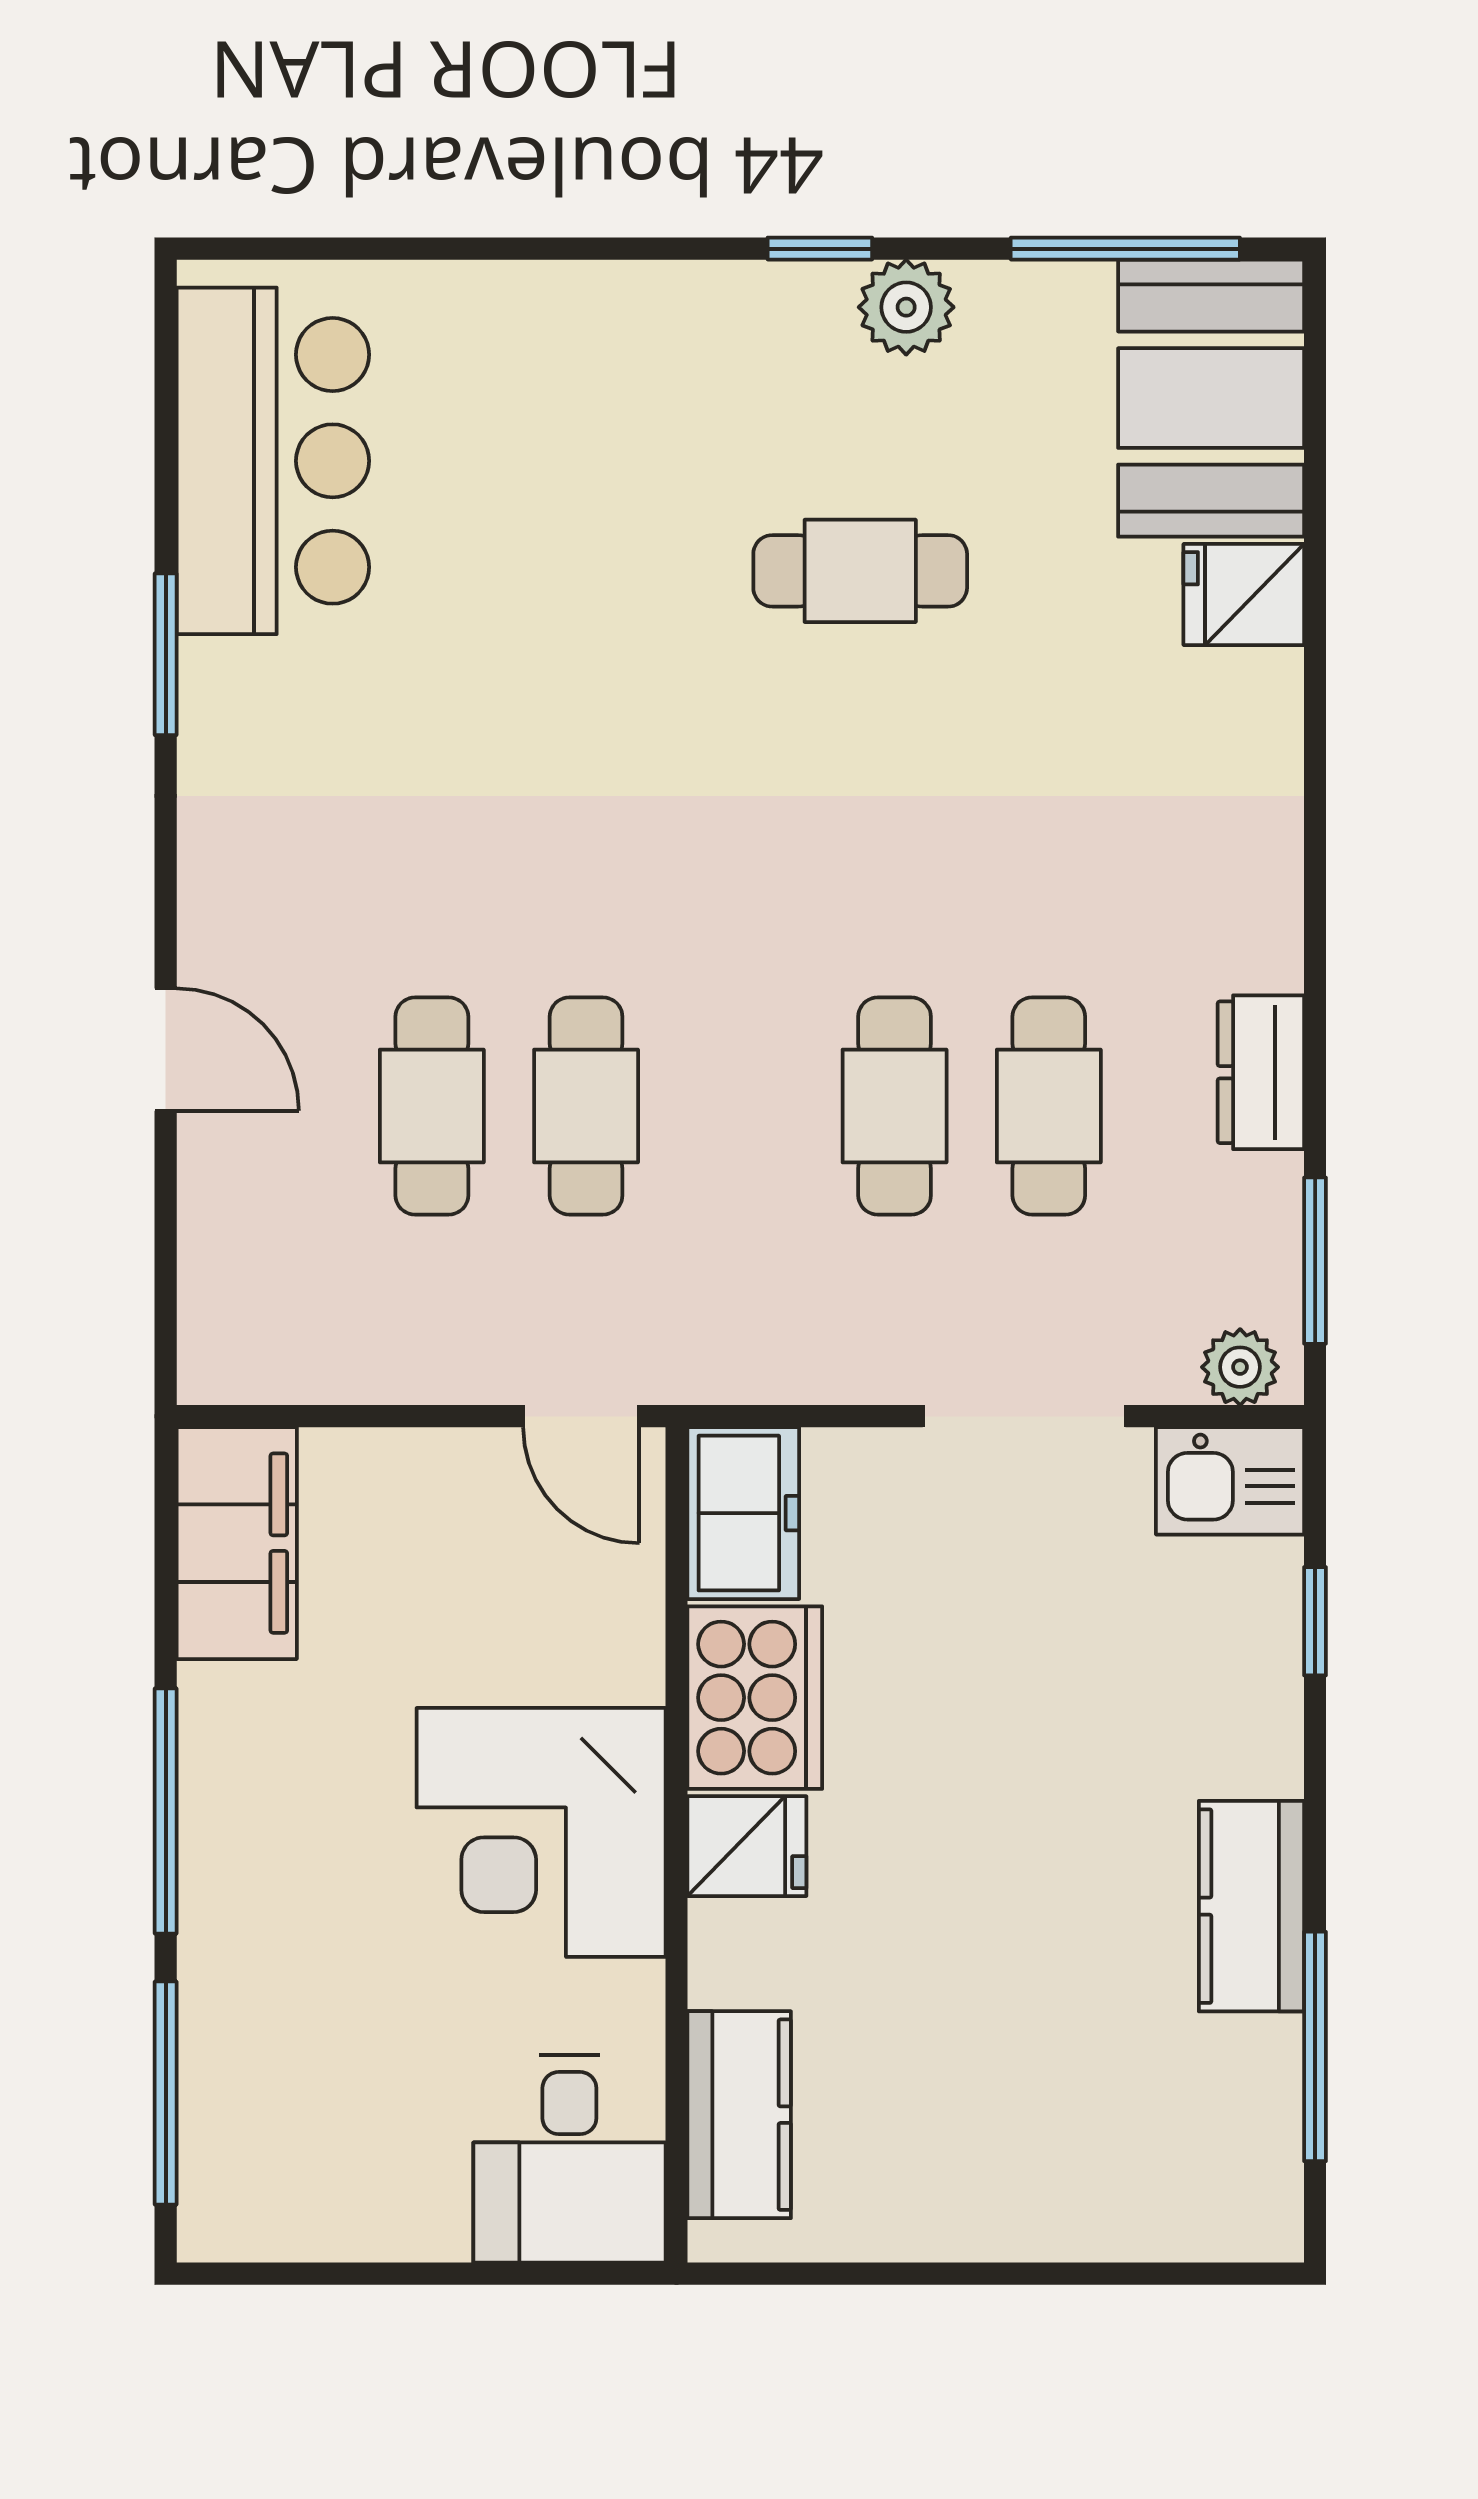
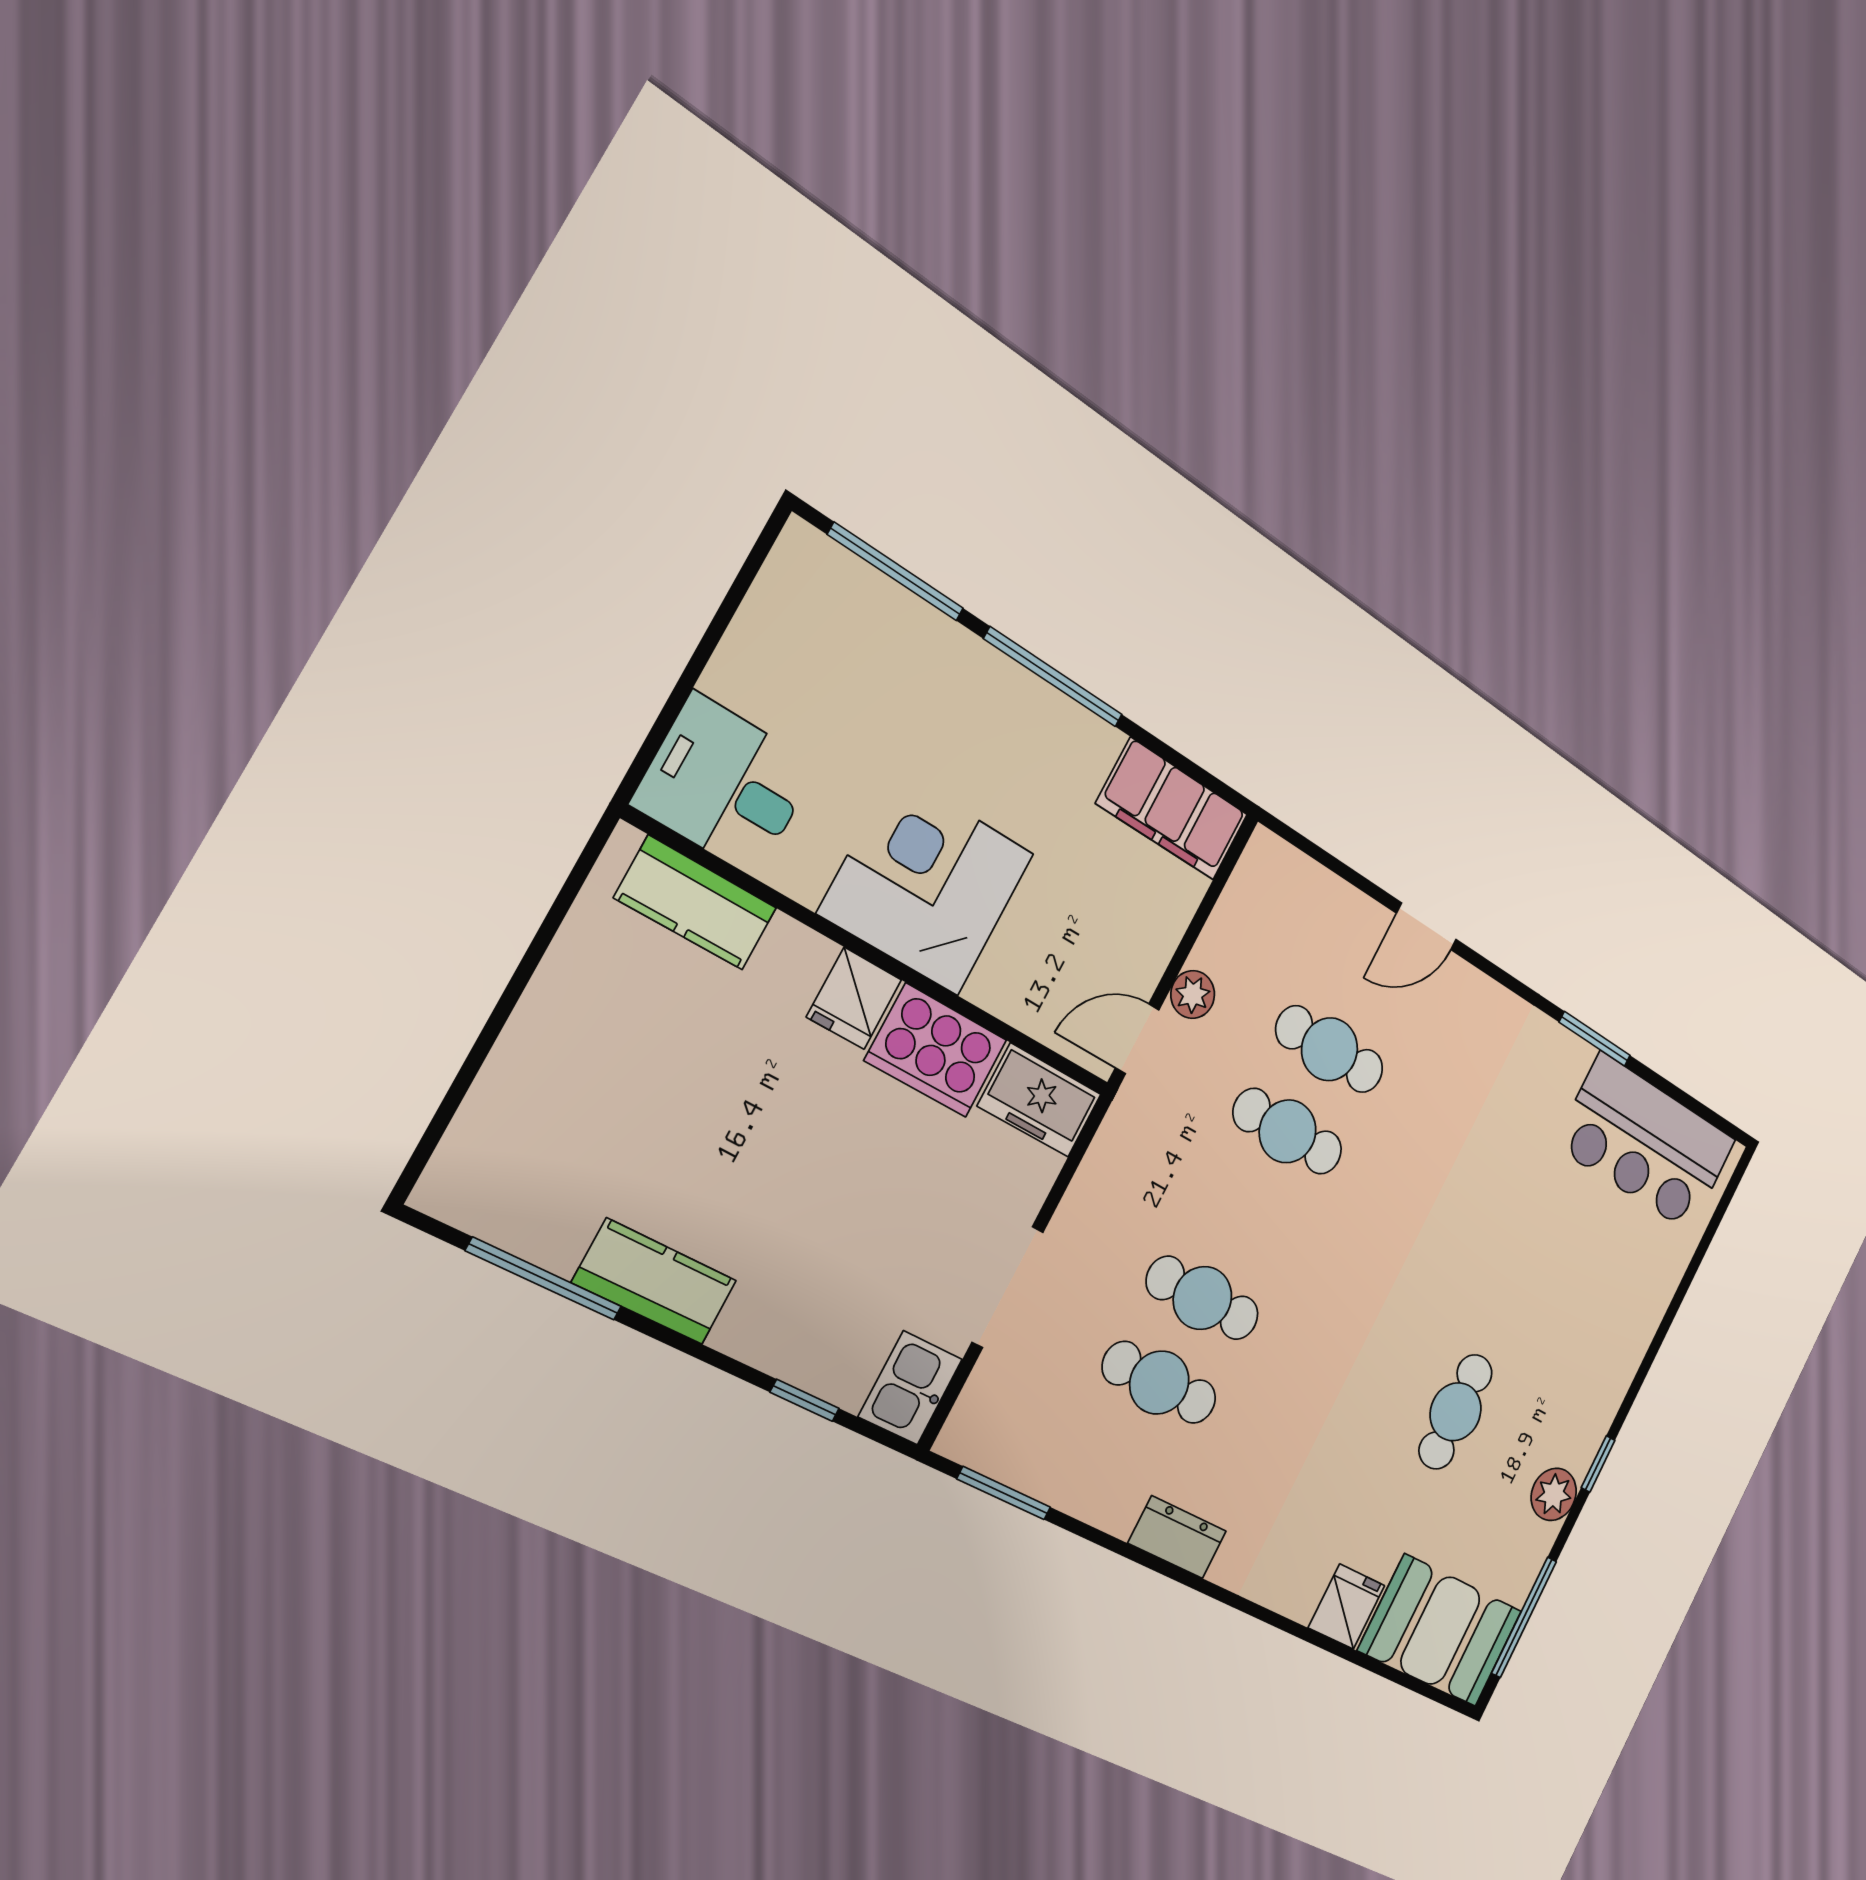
dresser: (1261, 1072) -> (1177, 1537), moved
plant: (1240, 1367) -> (1193, 995), moved

